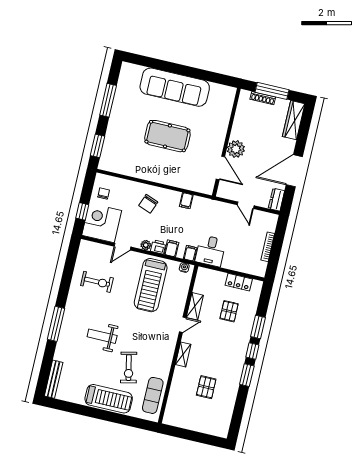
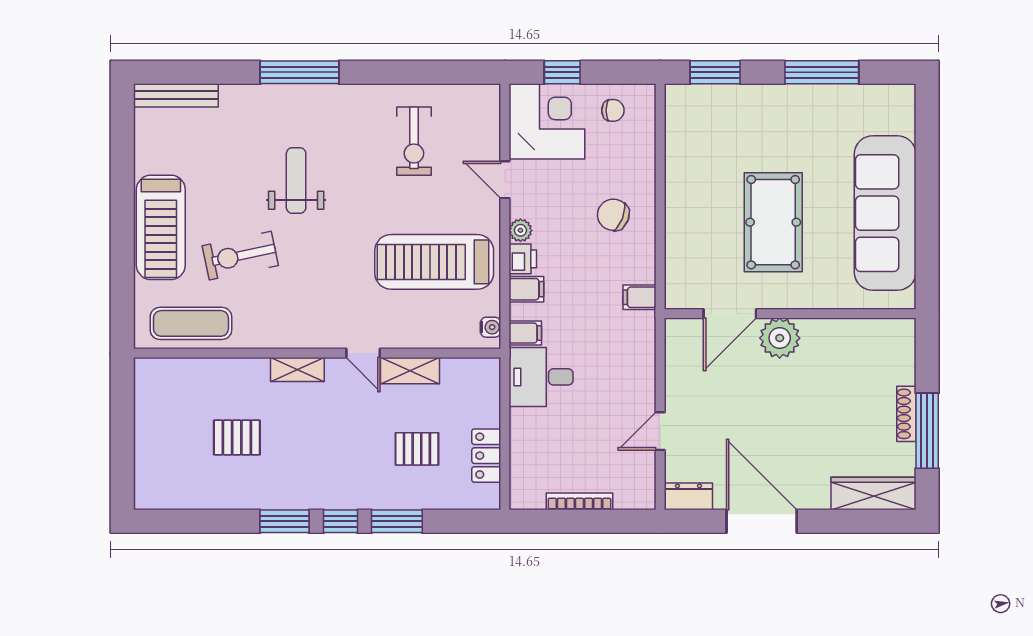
wall: (226, 142) -> (790, 314), moved
plant: (236, 149) -> (780, 338), moved
door: (220, 168) -> (730, 314), moved

